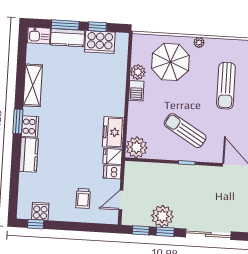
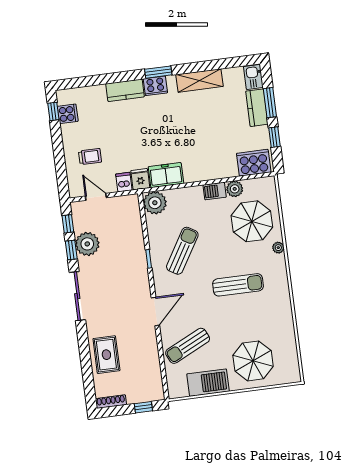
cooker: (100, 42) -> (254, 163), moved, turned 90
sun lounger: (226, 86) -> (238, 285), turned 180
trolley: (83, 198) -> (90, 157), turned 180

